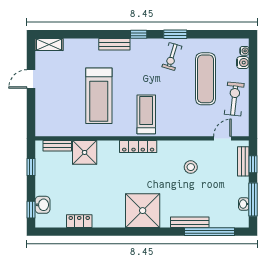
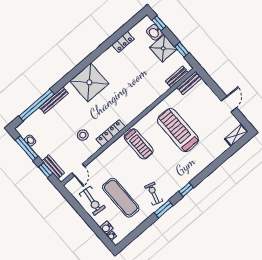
bench: (114, 44) -> (189, 83), moved
locker: (138, 147) -> (111, 133), moved
shower: (85, 152) -> (163, 48), moved

